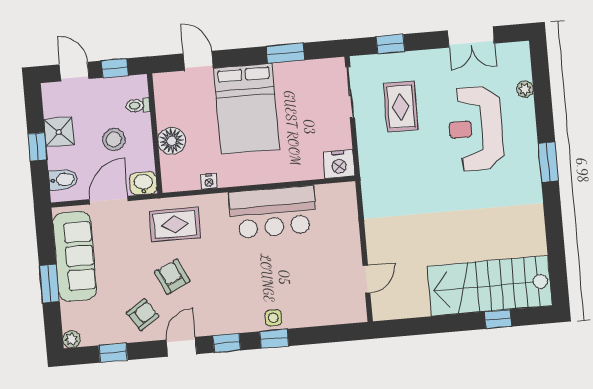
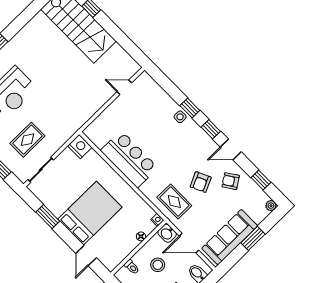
floor lamp: (172, 141) -> (141, 236), width x0.53, depth x0.53
nightstand: (209, 181) -> (157, 220), moved

